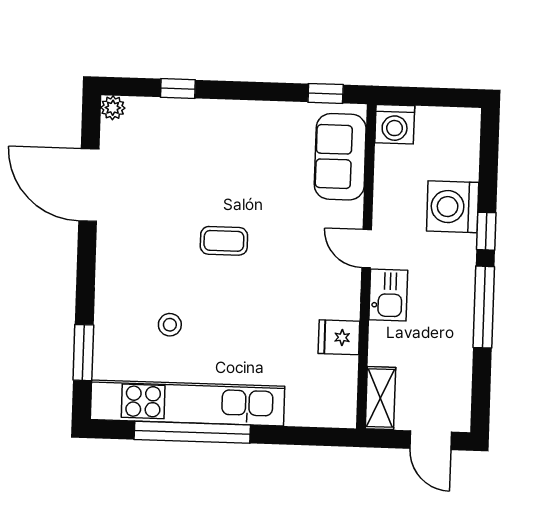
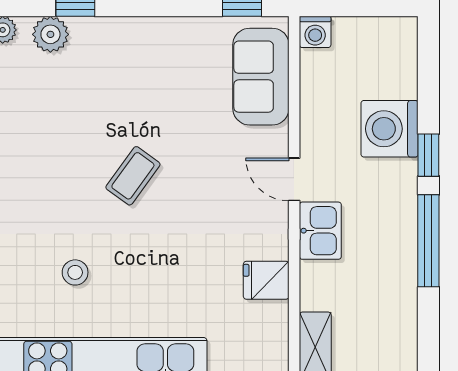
plant: (155, 113) -> (50, 34), added
washing machine: (395, 124) -> (315, 32), width x0.73, depth x0.73
coffee table: (224, 241) -> (133, 176), turned -54

